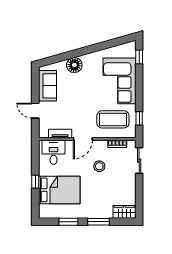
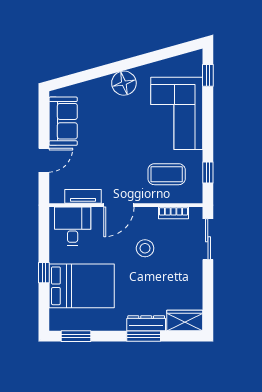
floor lamp: (74, 65) -> (124, 83), moved
door: (35, 111) -> (44, 160), swing flipped
coffee table: (113, 119) -> (167, 174), width x0.73, depth x0.76
dresser: (100, 214) -> (146, 323), added
window: (68, 222) -> (76, 336), moved

